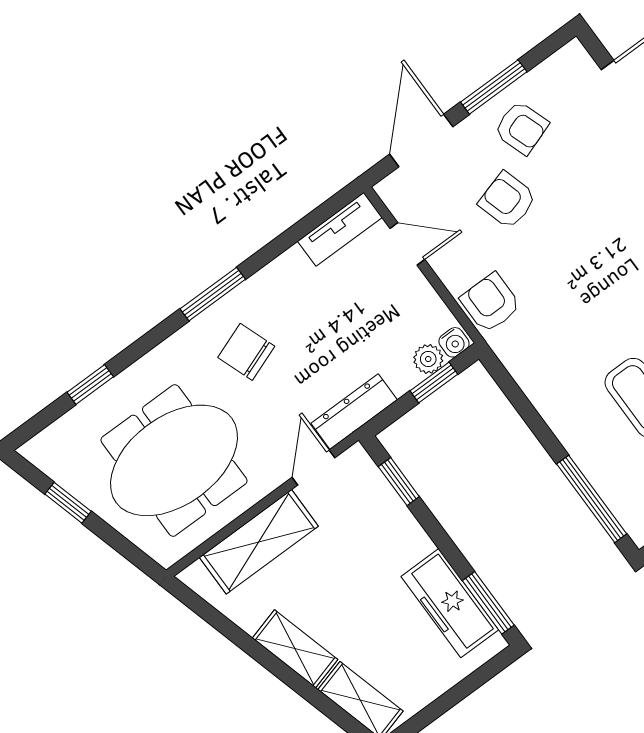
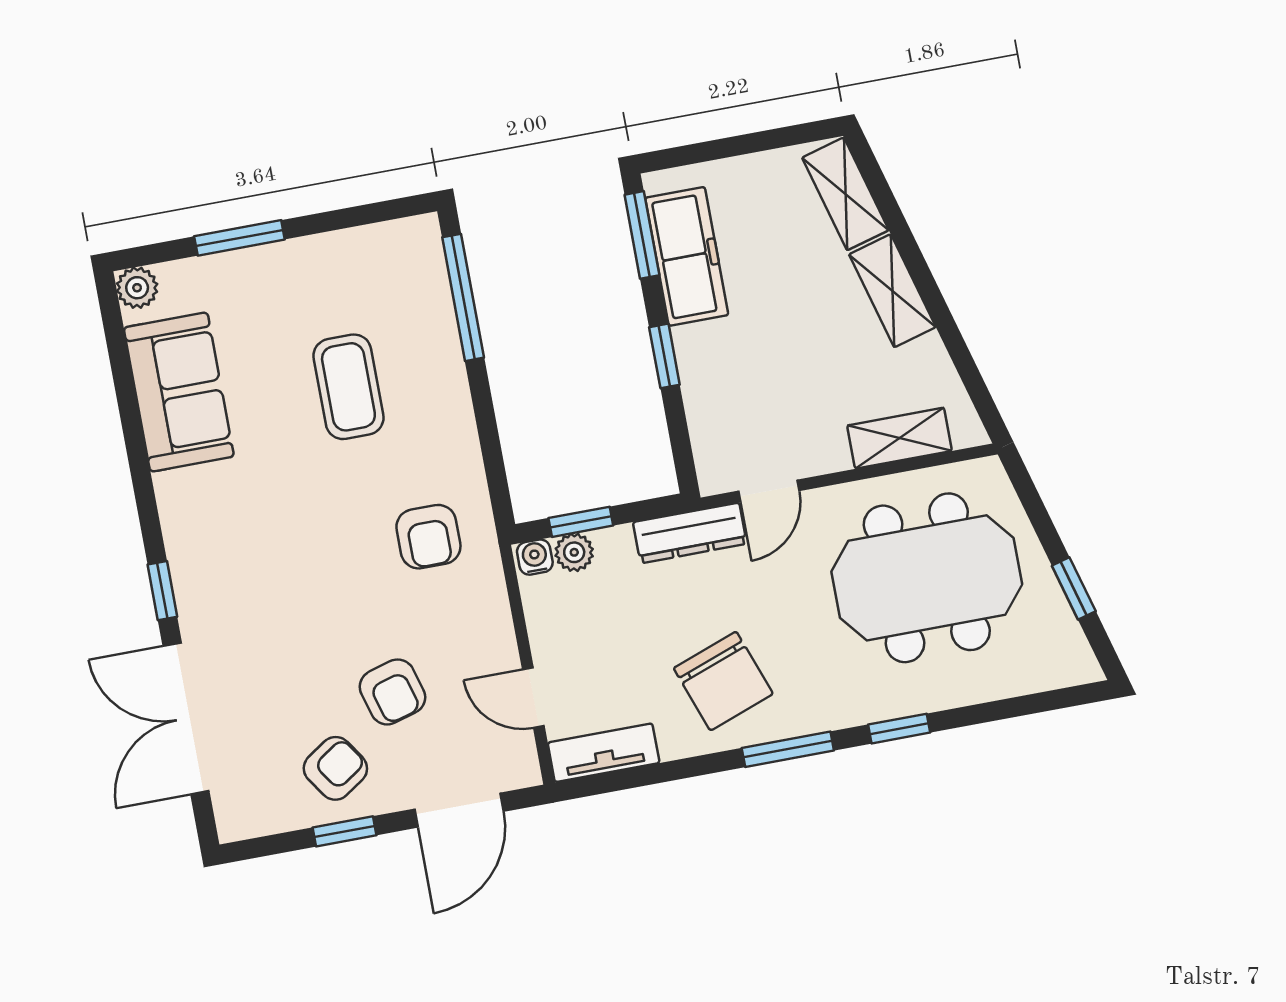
window: (494, 87) -> (345, 831), width x0.67
armchair: (521, 128) -> (335, 768), turned 75
armchair: (490, 303) -> (428, 537), moved
chair: (246, 352) -> (723, 681), moved, width x1.37, depth x1.37
window: (90, 384) -> (899, 729), moved
window: (399, 482) -> (664, 356), moved
shelving: (259, 542) -> (900, 438), width x0.67, depth x0.75

